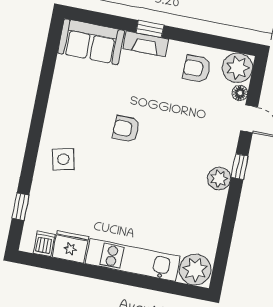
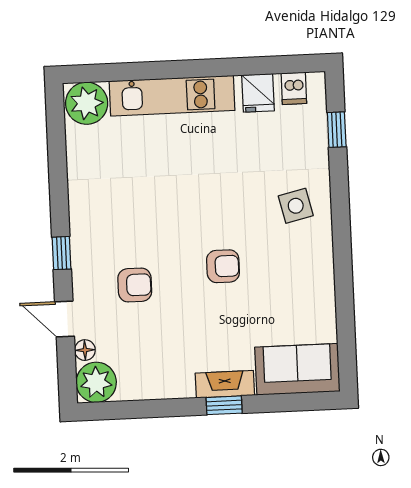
armchair: (197, 69) -> (135, 285), moved
plant: (219, 179) -> (85, 231), removed
fridge: (71, 247) -> (258, 93), width x0.72

